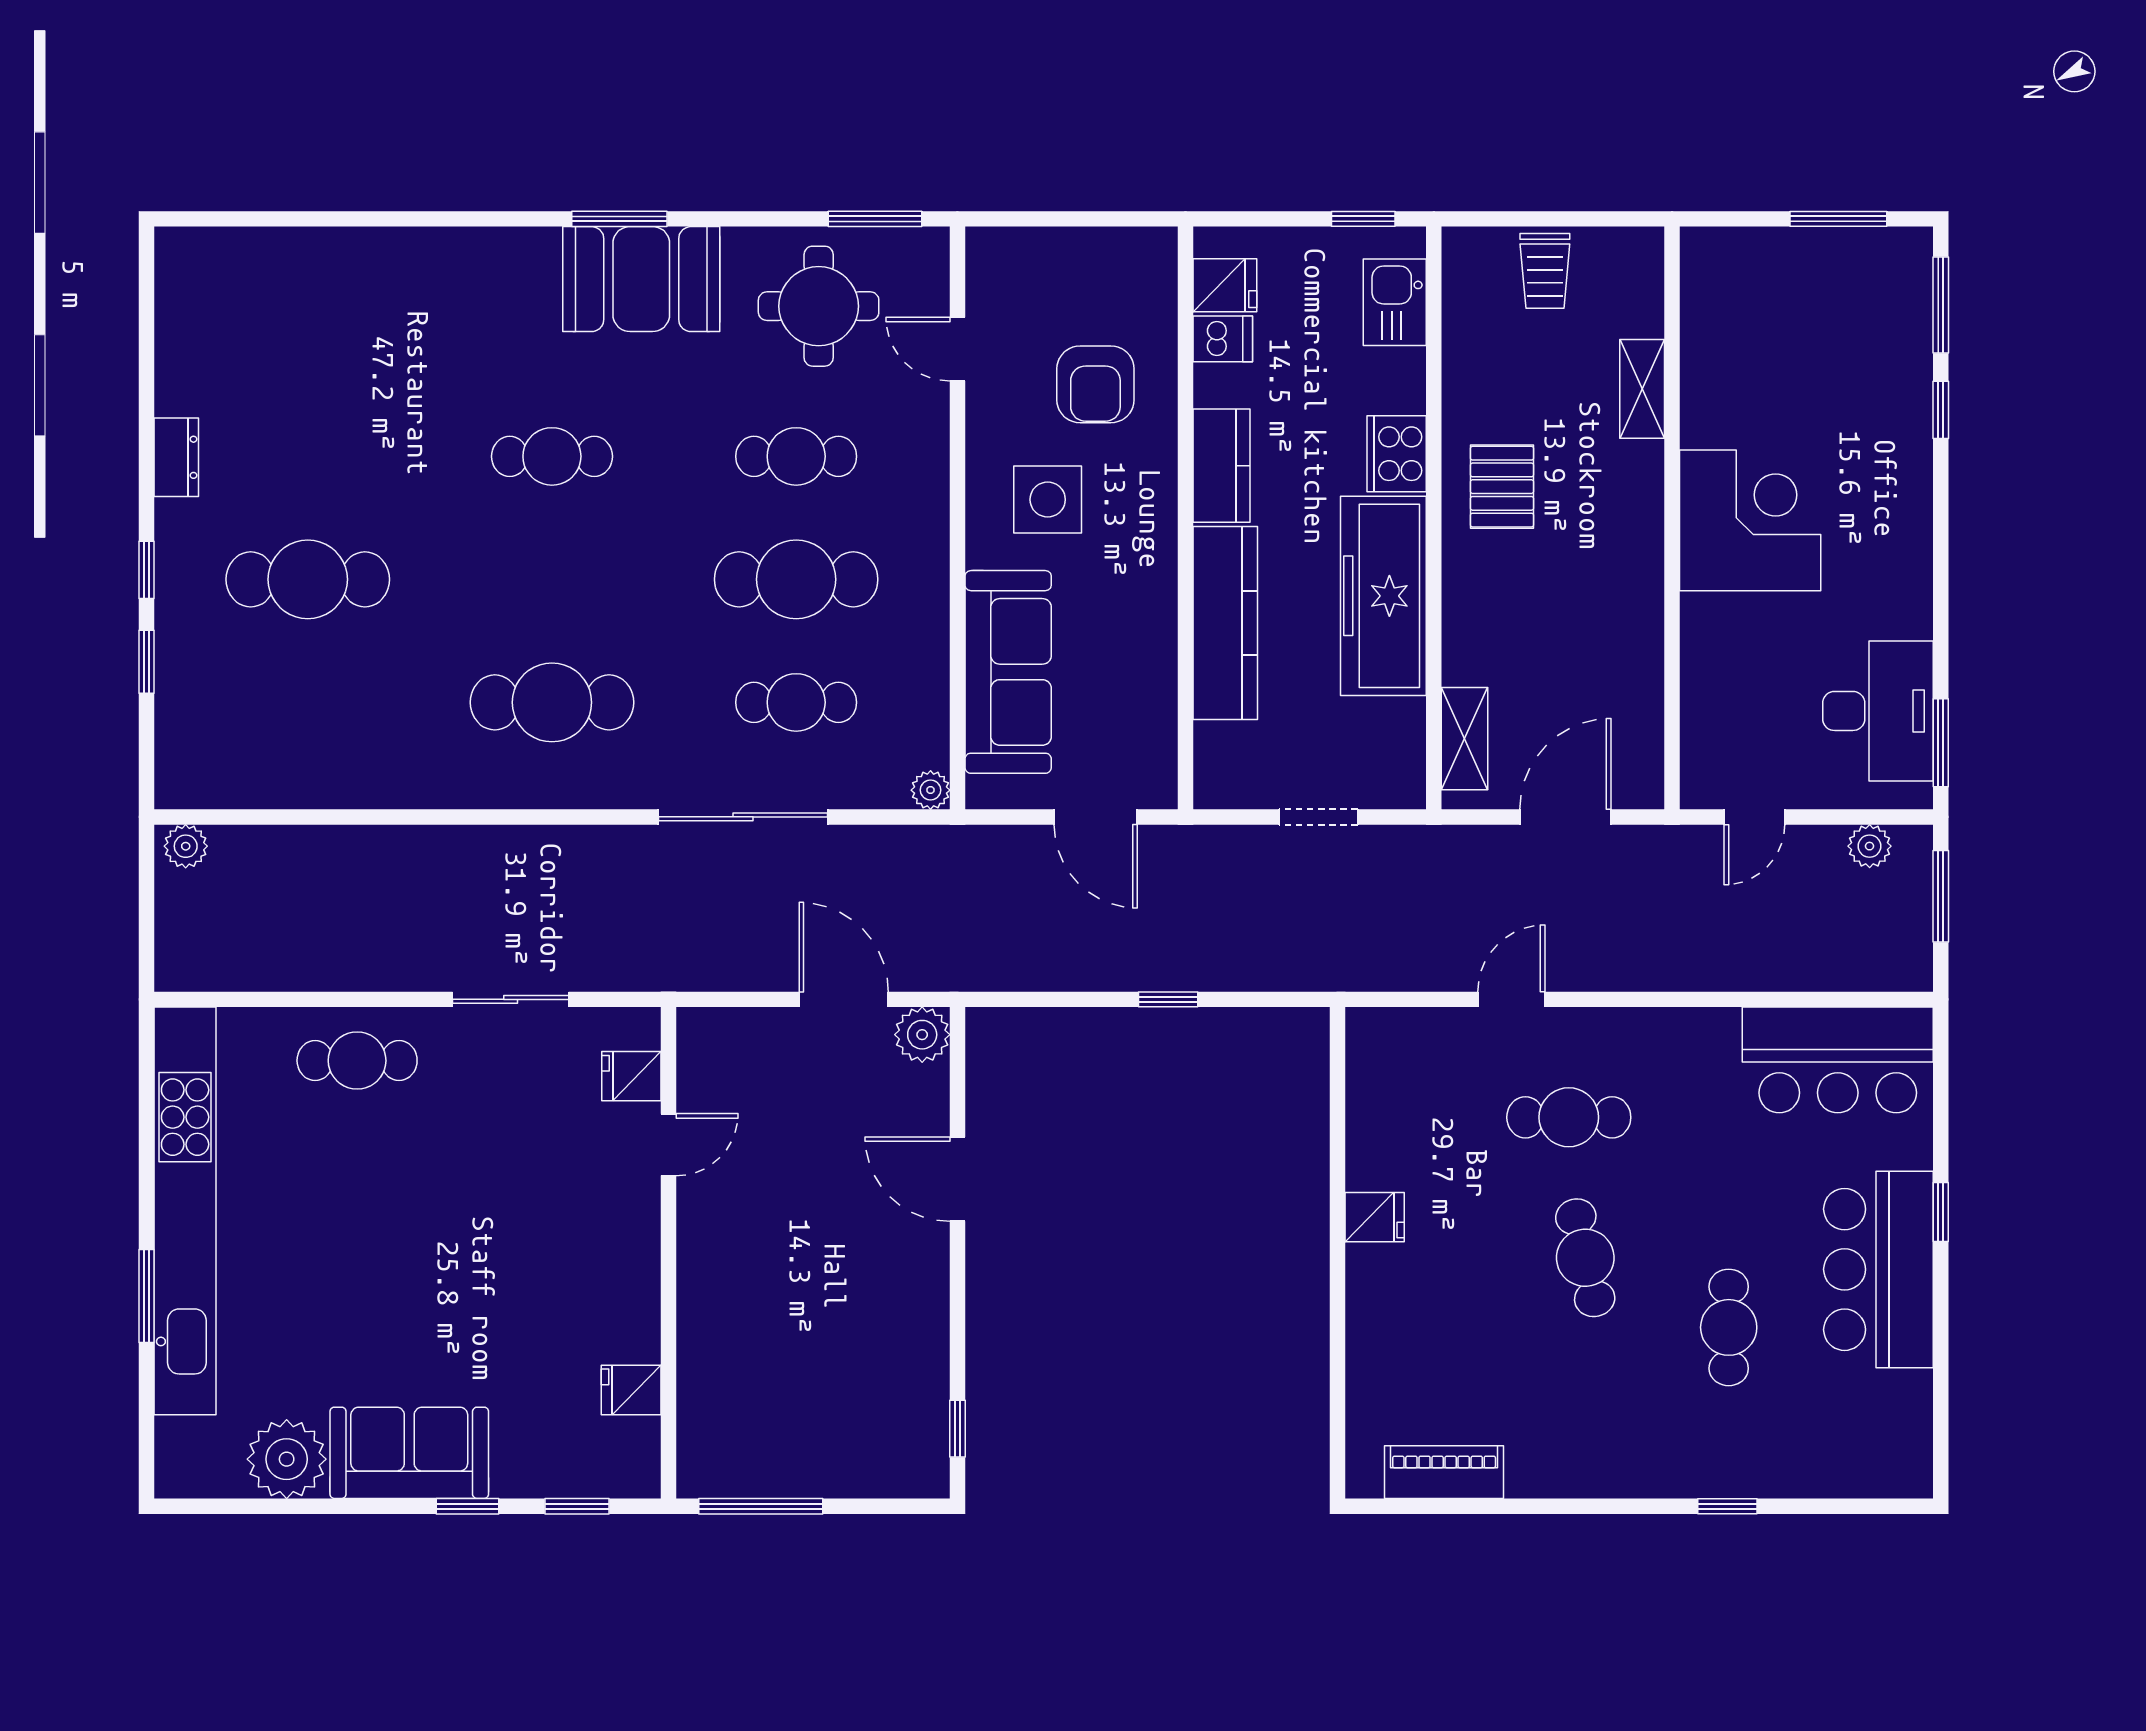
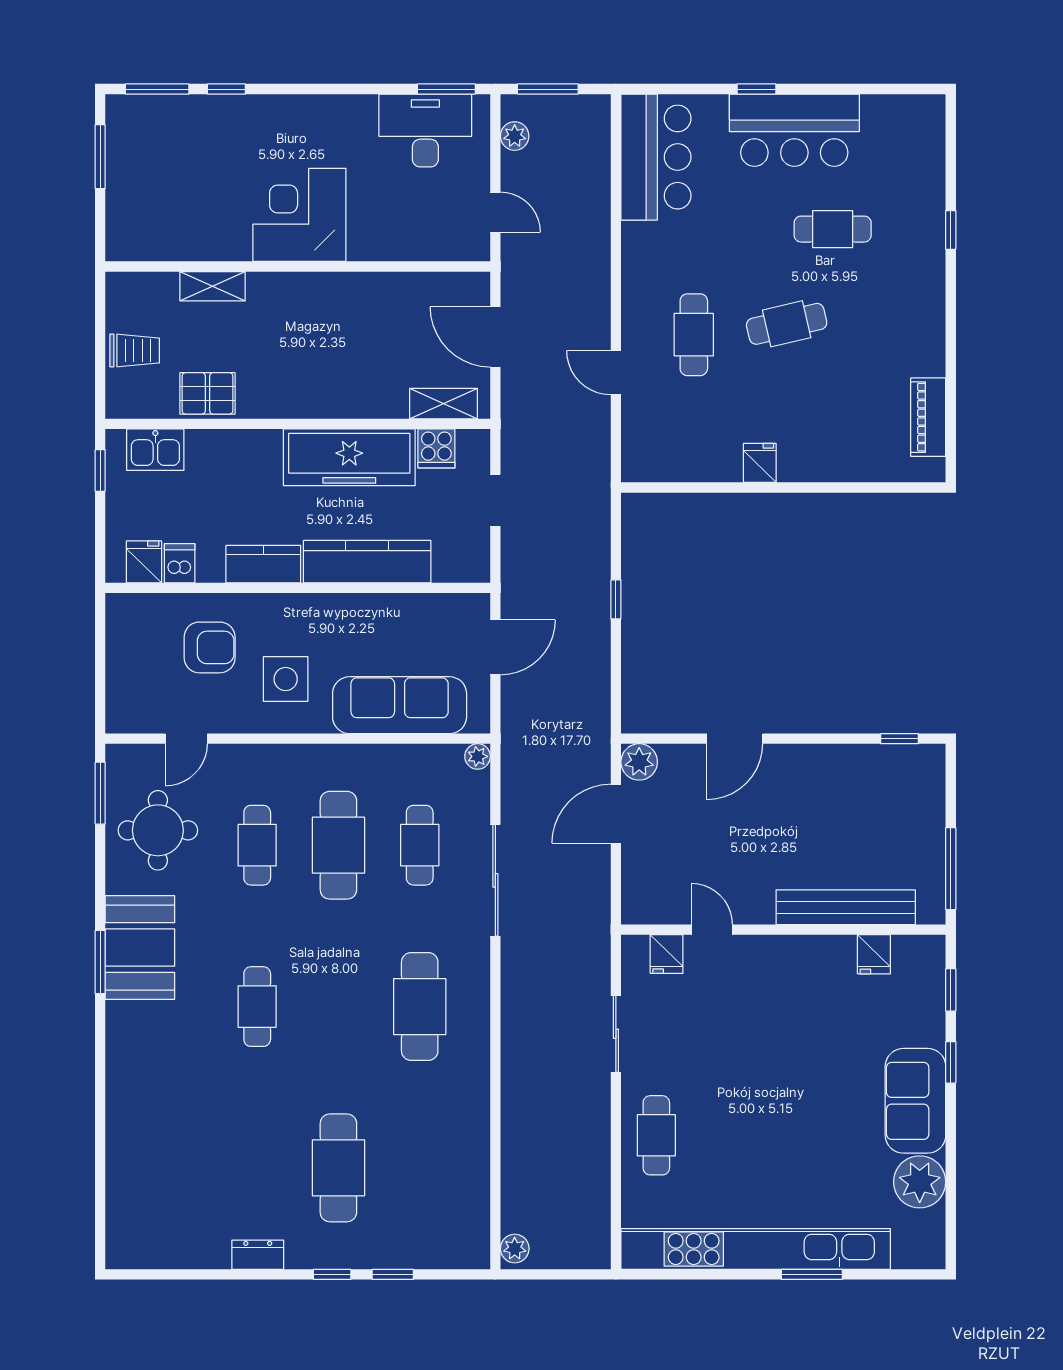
cooker: (1397, 454) -> (436, 448), moved, width x0.73
pallet: (1502, 487) -> (208, 393), moved
bench: (702, 1347) -> (846, 907), added

